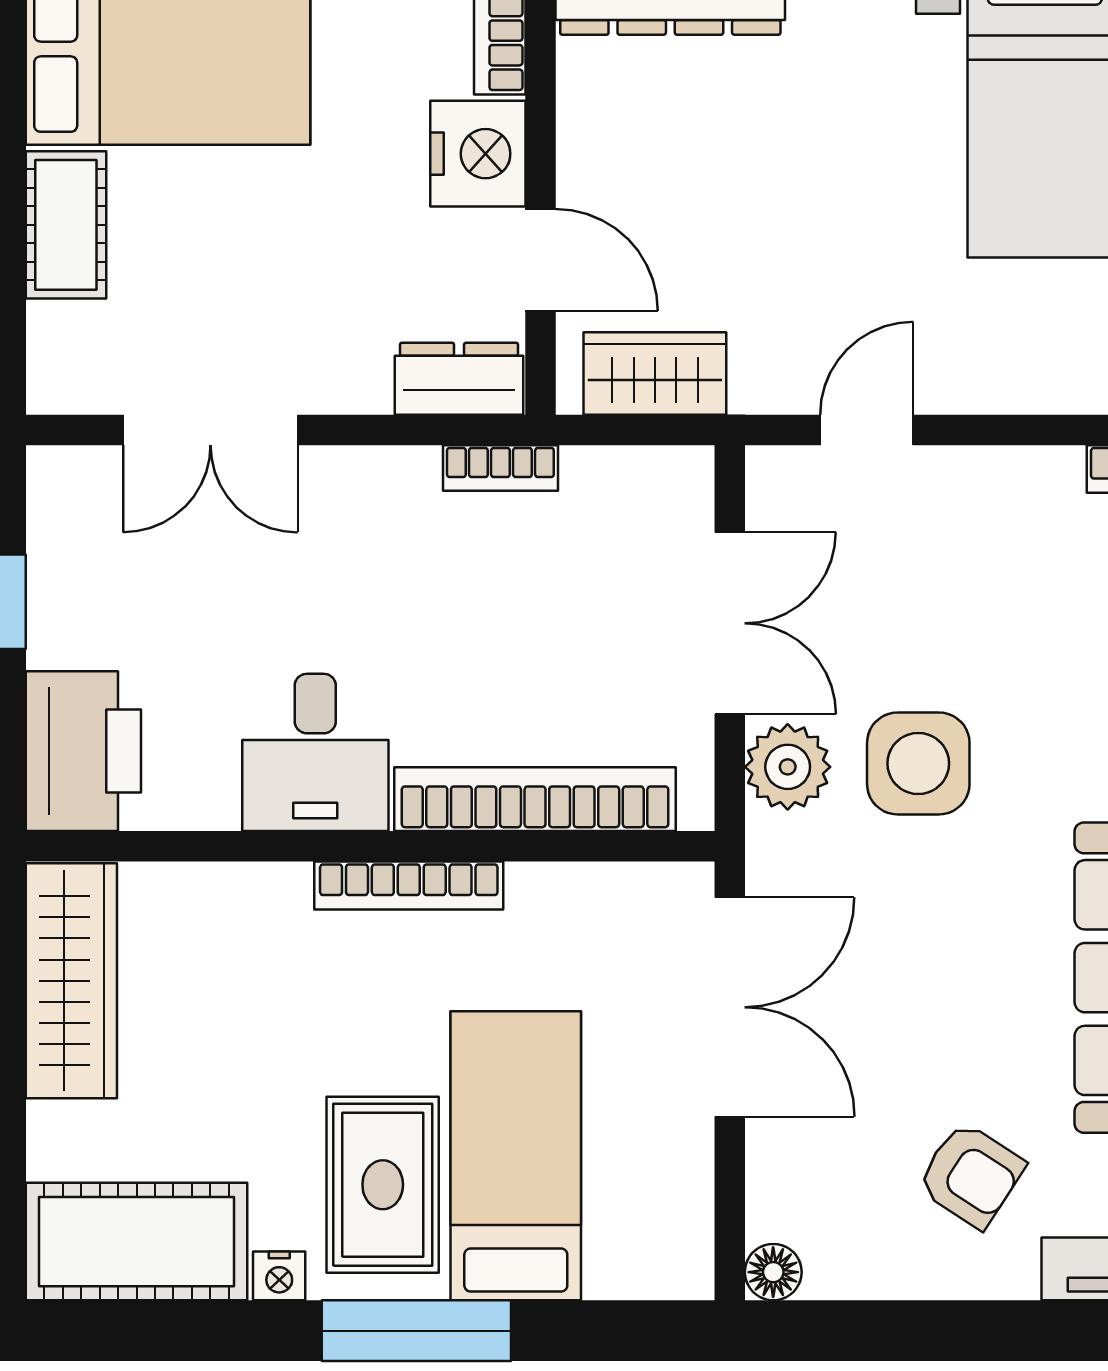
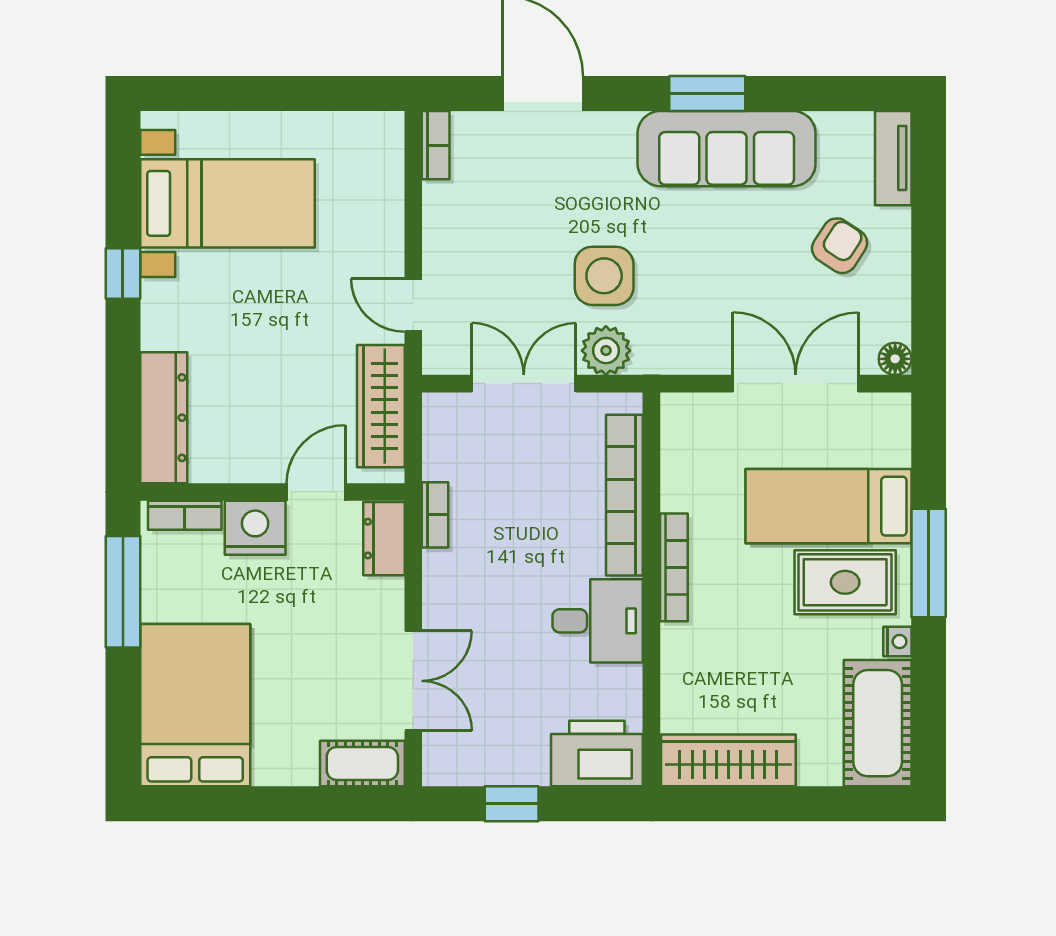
cot: (66, 225) -> (362, 764), moved
wardrobe: (655, 373) -> (381, 406), width x1.50
double door: (730, 1007) -> (796, 384), moved

